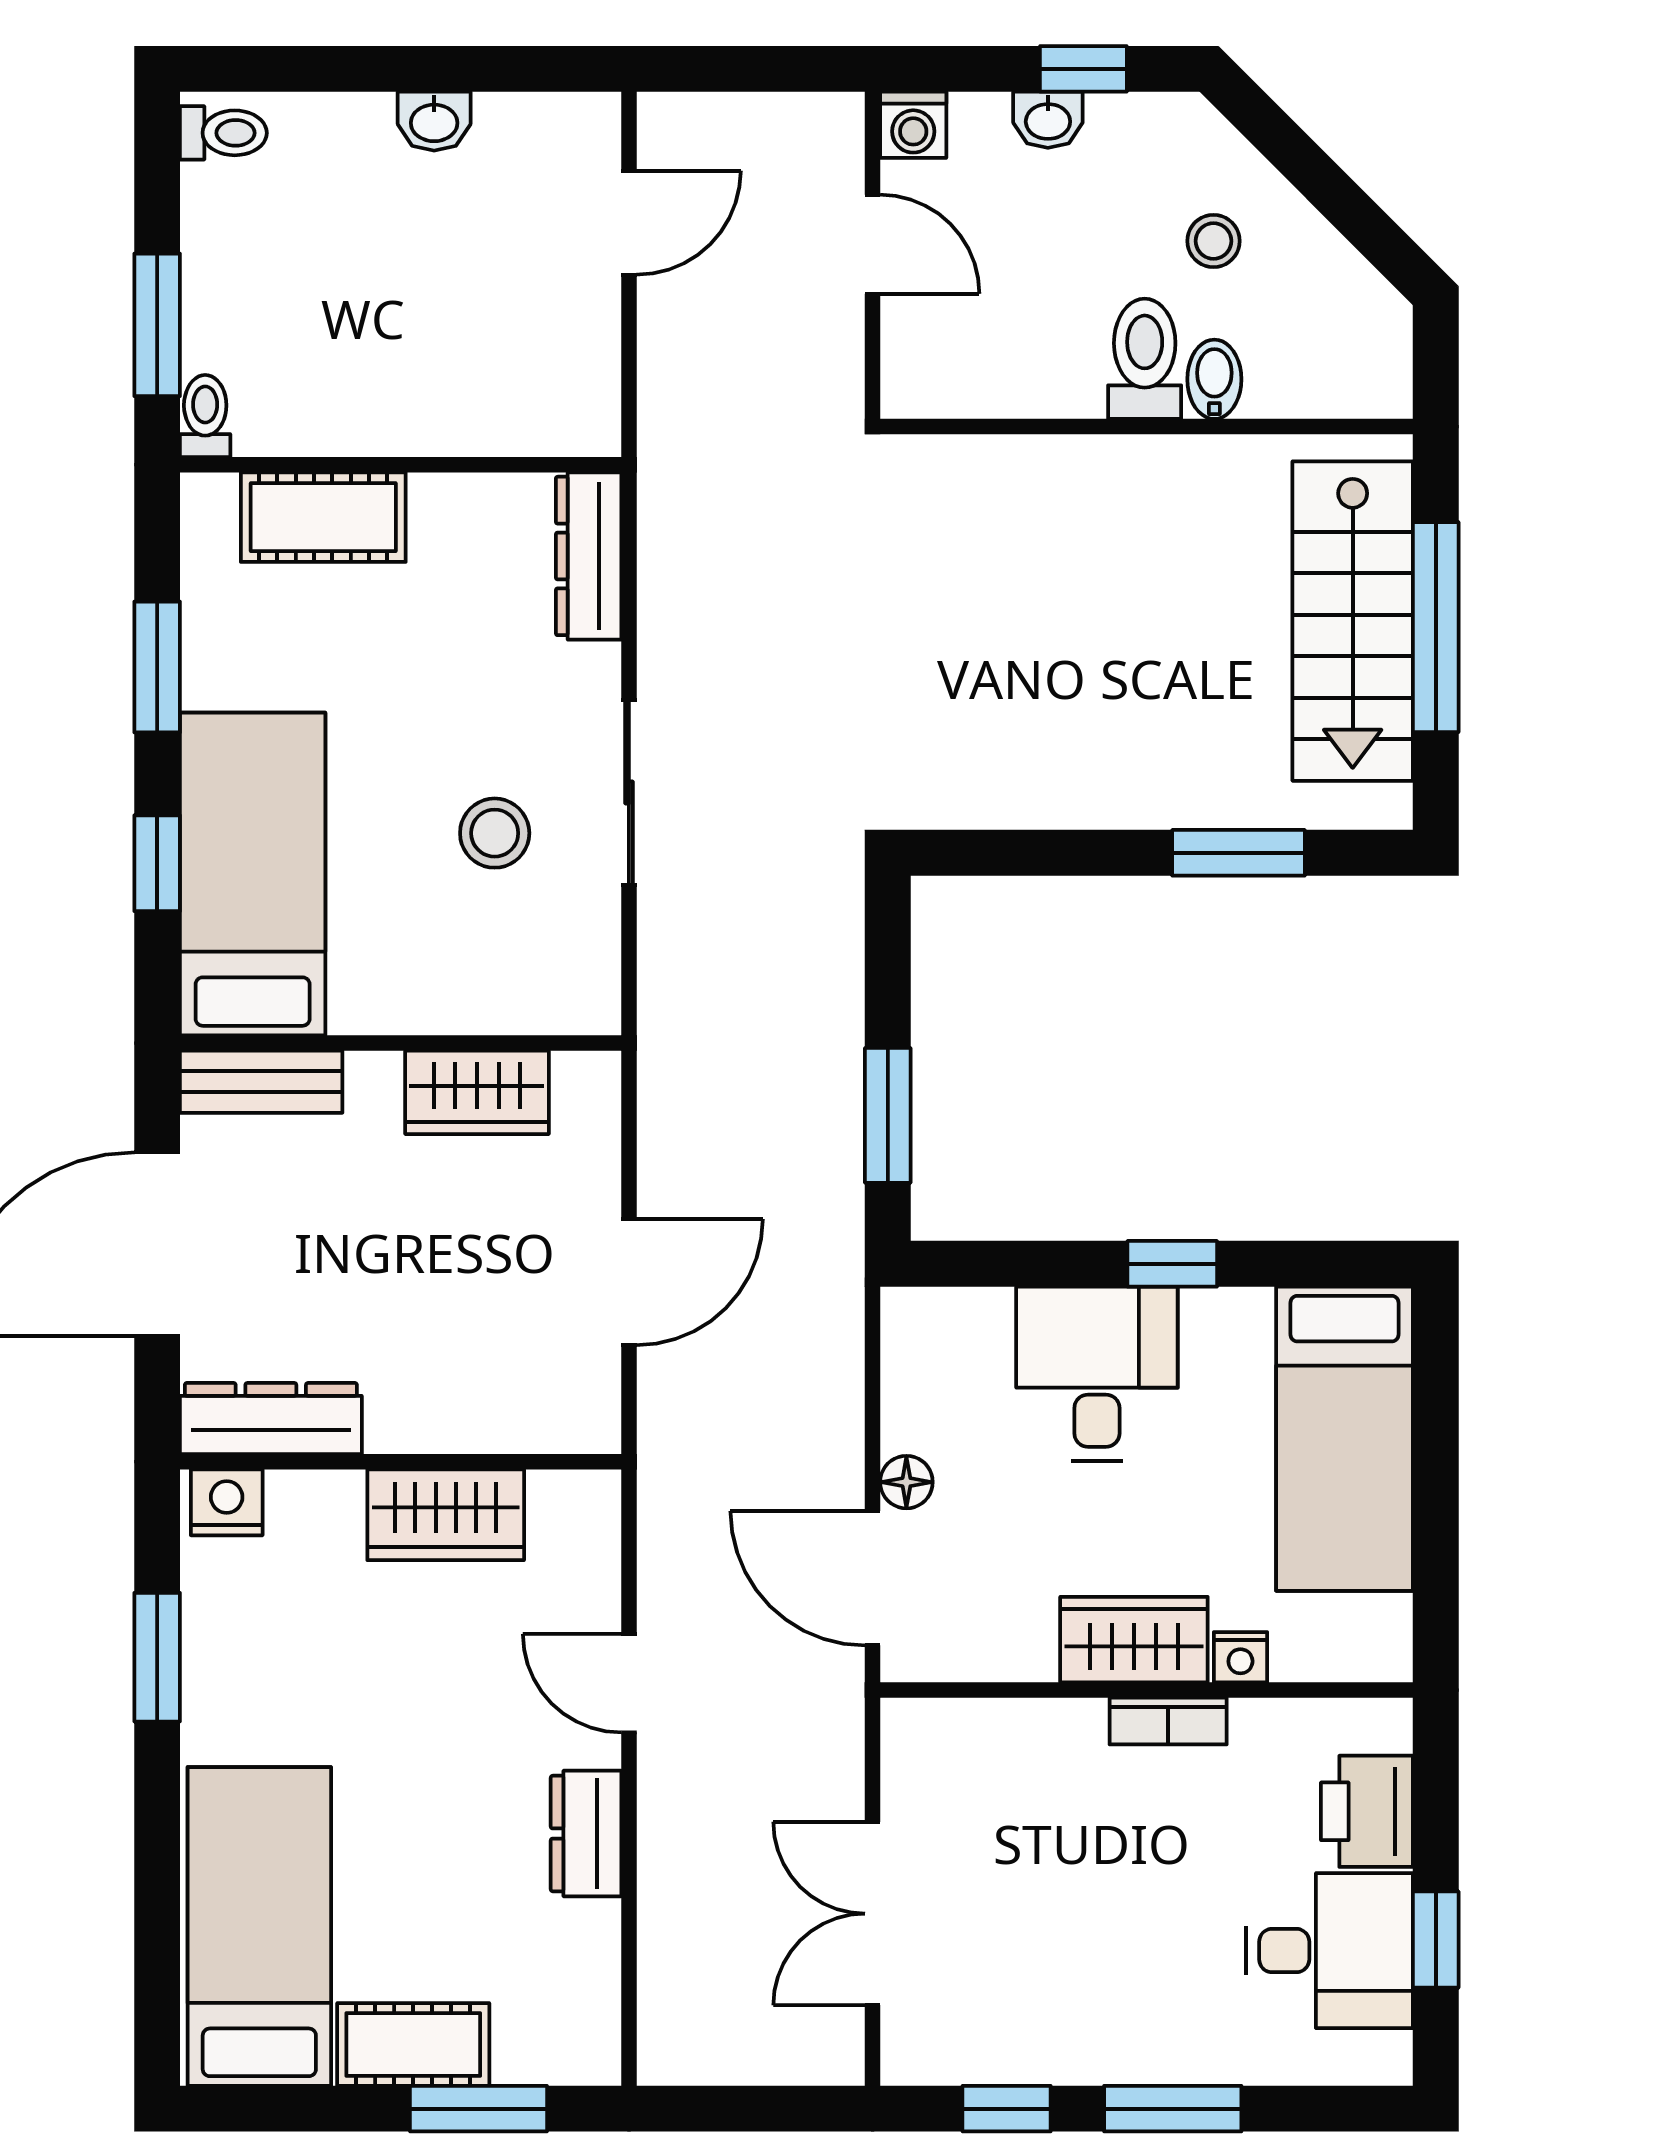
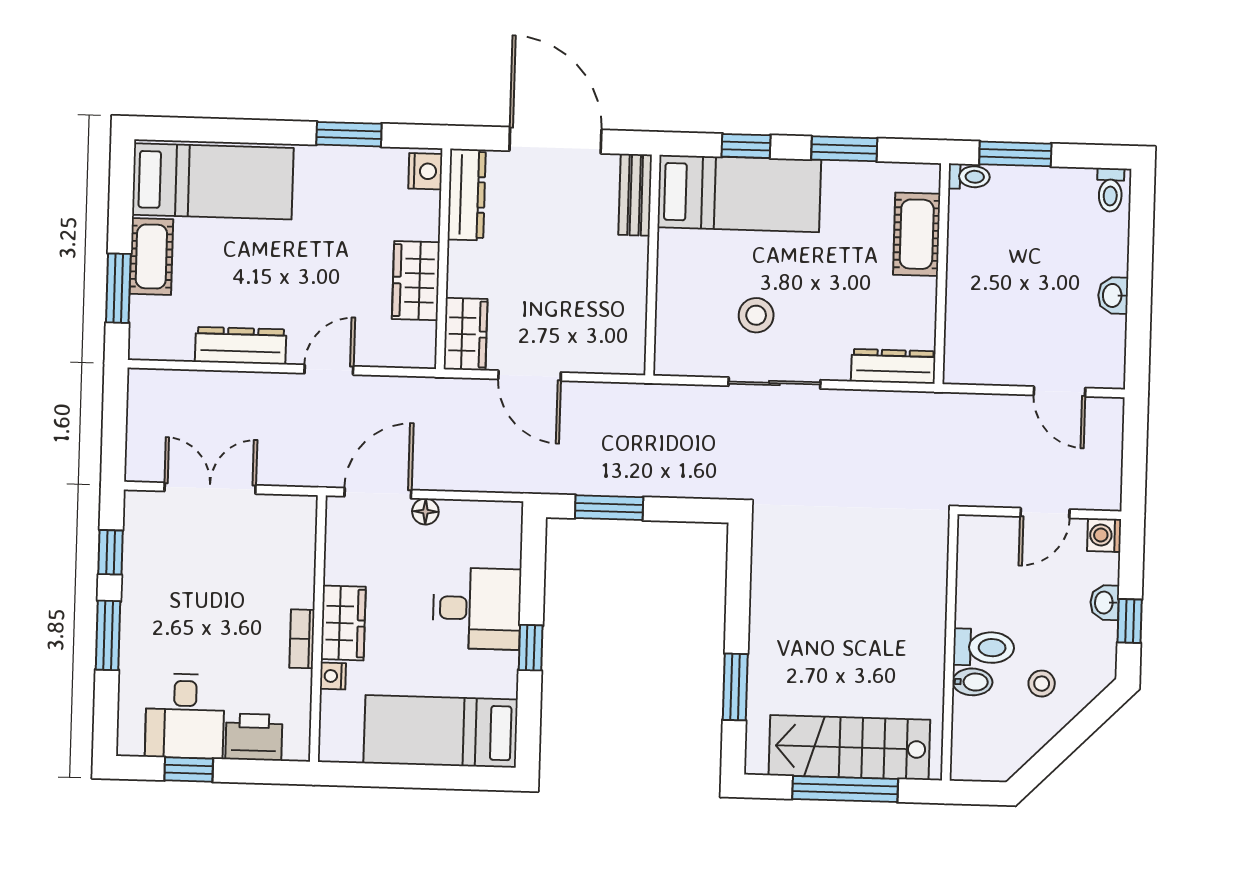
wardrobe: (477, 1092) -> (466, 334), moved, turned 180
dresser: (586, 1834) -> (241, 346), width x1.44

